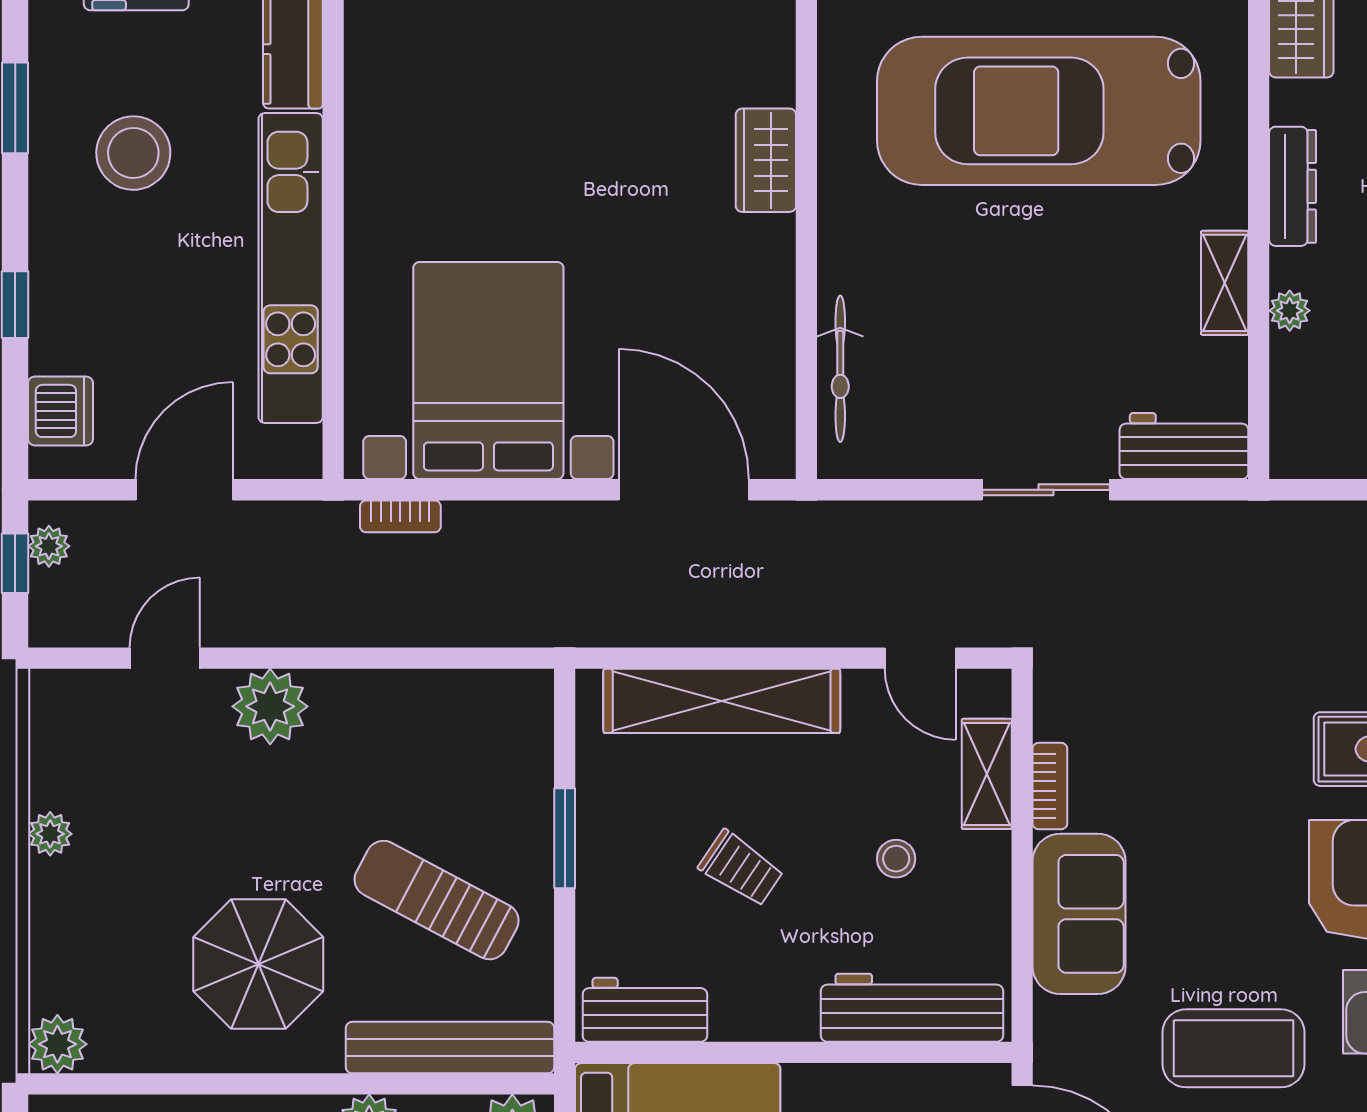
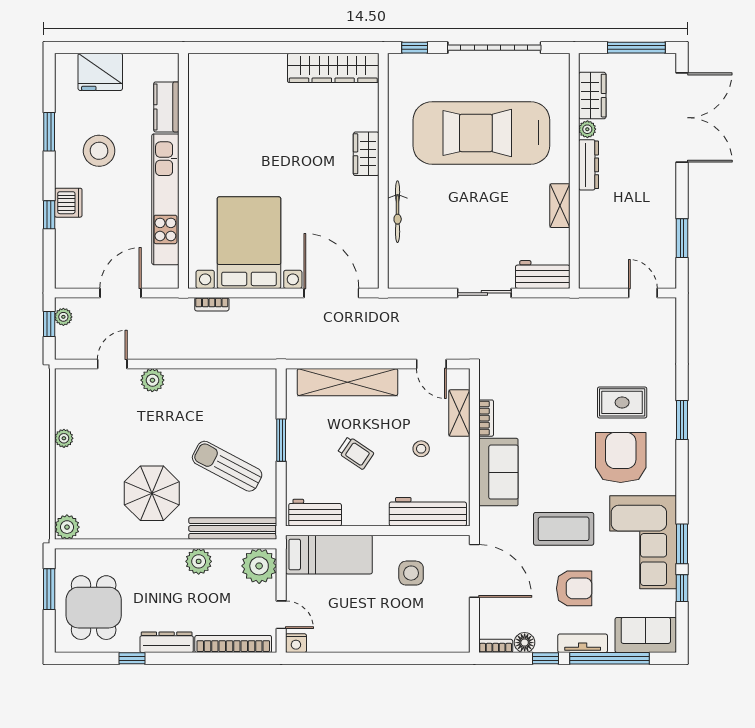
plant: (1290, 311) -> (587, 129), moved
bicycle: (840, 369) -> (398, 212), moved
dishwasher: (60, 411) -> (68, 203), moved
plant: (270, 706) -> (152, 380), width x0.73, depth x0.73

